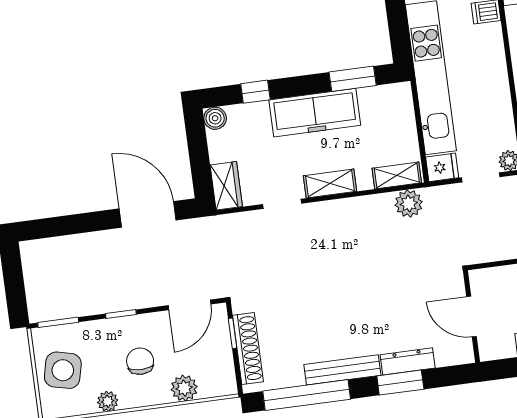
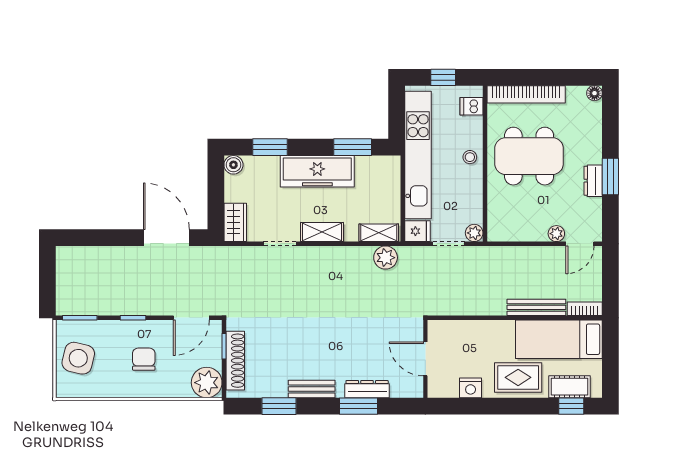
stool: (492, 72) -> (470, 157), added
window: (255, 92) -> (270, 147), width x1.50
bench: (342, 370) -> (312, 389), width x0.73
plant: (184, 388) -> (207, 383), moved, width x1.36, depth x1.36
window: (307, 395) -> (279, 406), width x0.47
plant: (108, 401) -> (112, 389), removed

